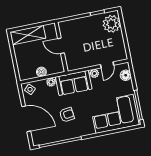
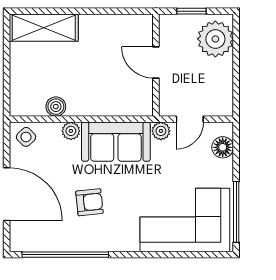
door: (61, 46) -> (156, 62), moved
wall: (61, 47) -> (156, 65), moved

